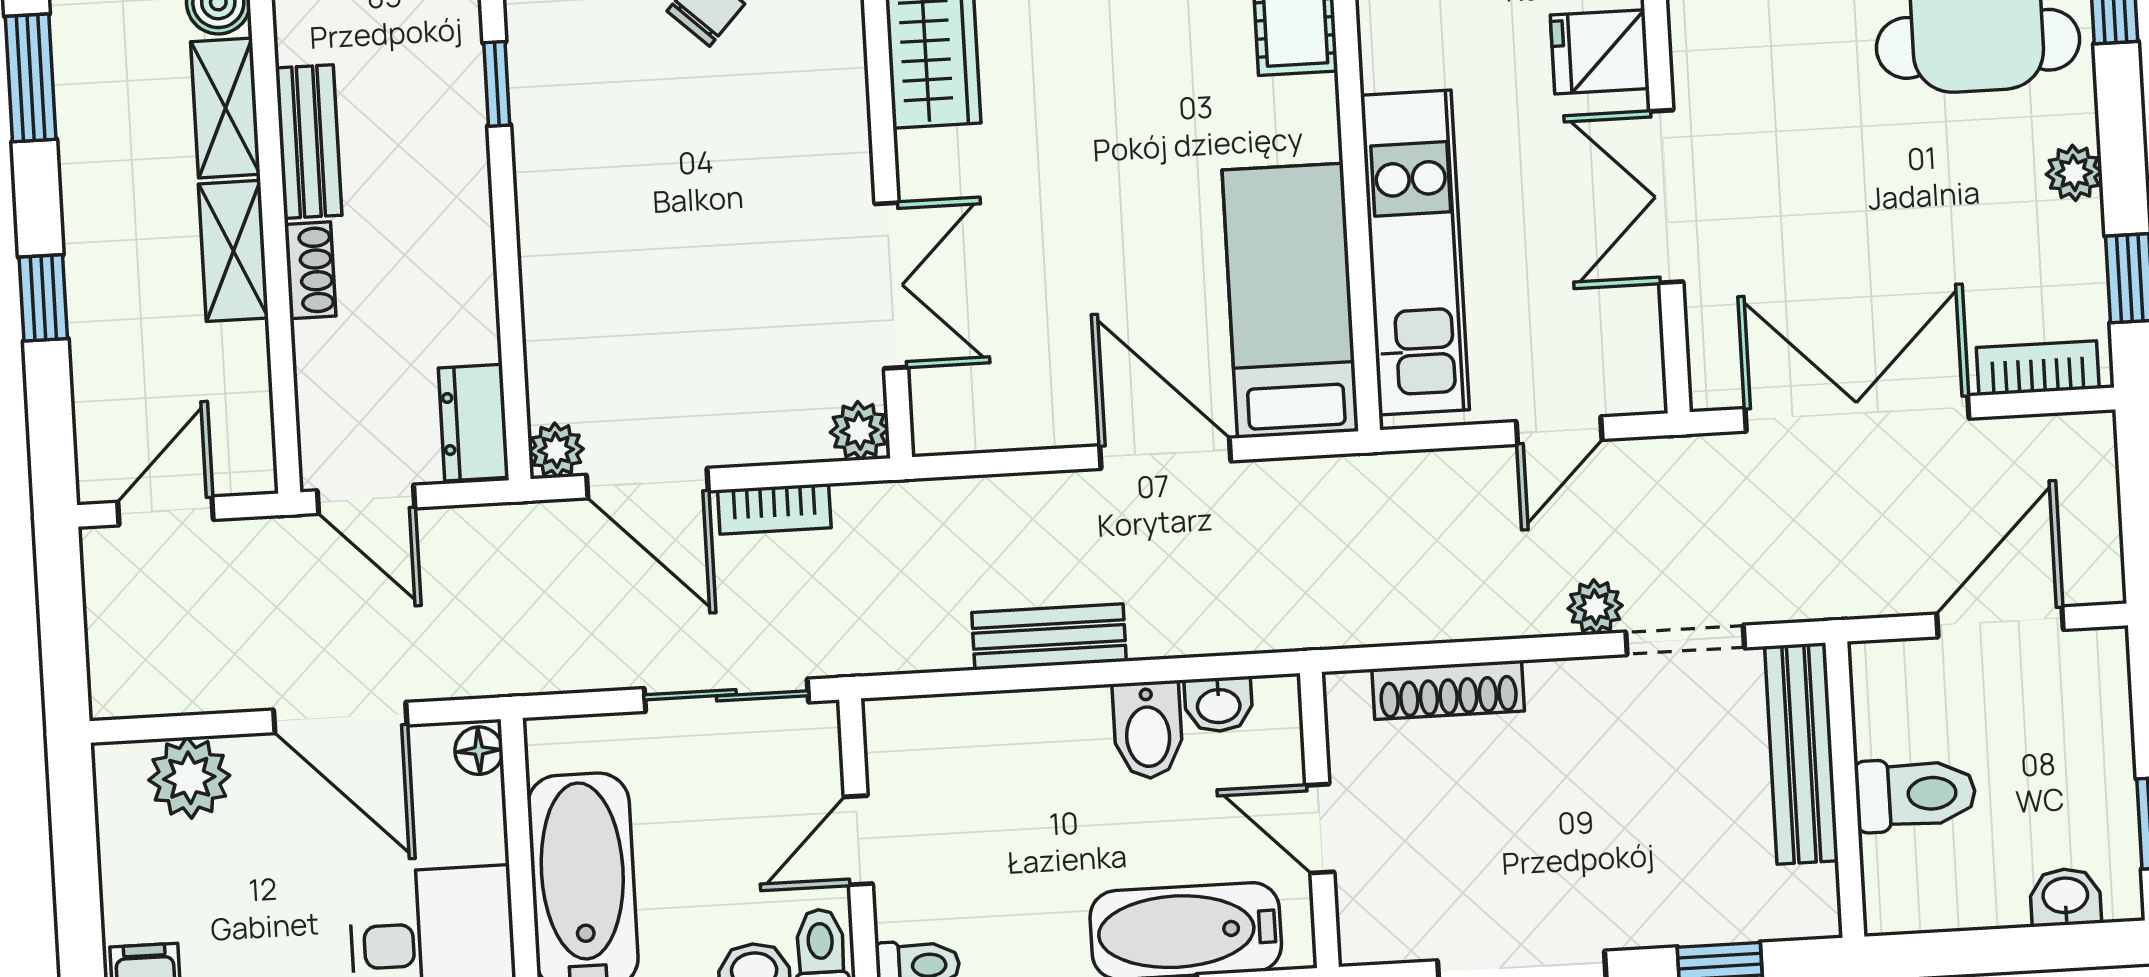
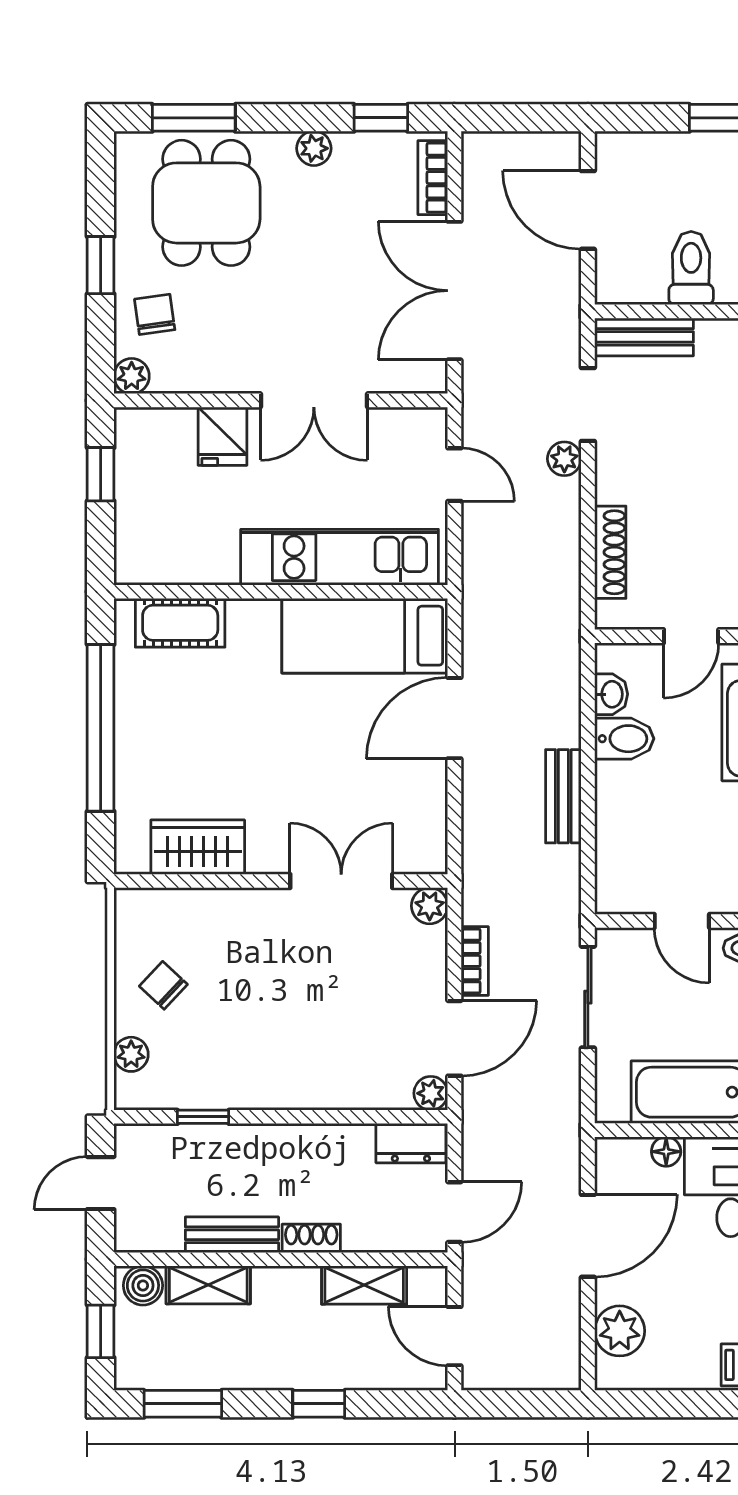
shelving: (233, 251) -> (364, 1285), moved
floor lamp: (479, 751) -> (666, 1152), moved
bench: (1801, 754) -> (644, 337), width x0.73

